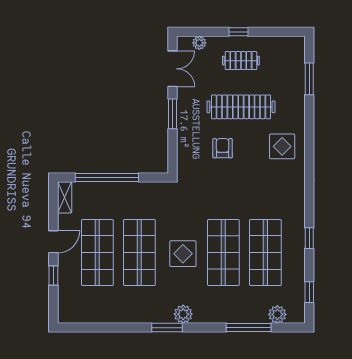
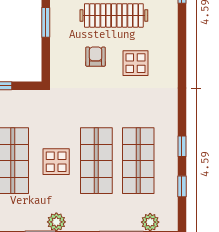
display table: (282, 146) -> (135, 63), moved
window: (309, 292) -> (182, 186), moved

